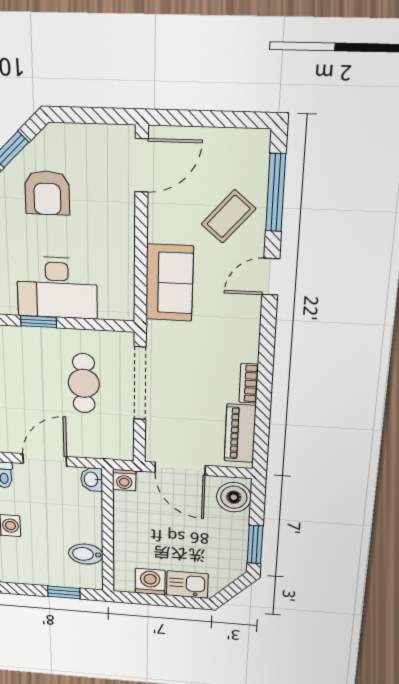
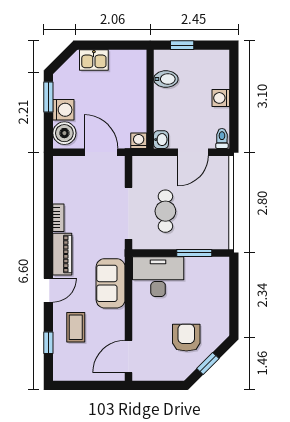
window: (276, 193) -> (48, 343), width x0.46
coffee table: (229, 216) -> (76, 327), turned -41
desk: (57, 288) -> (158, 277), moved
window: (39, 322) -> (194, 253), width x1.50
piano: (240, 433) -> (62, 254), moved
washing machine: (150, 582) -> (63, 110), moved, turned -90

